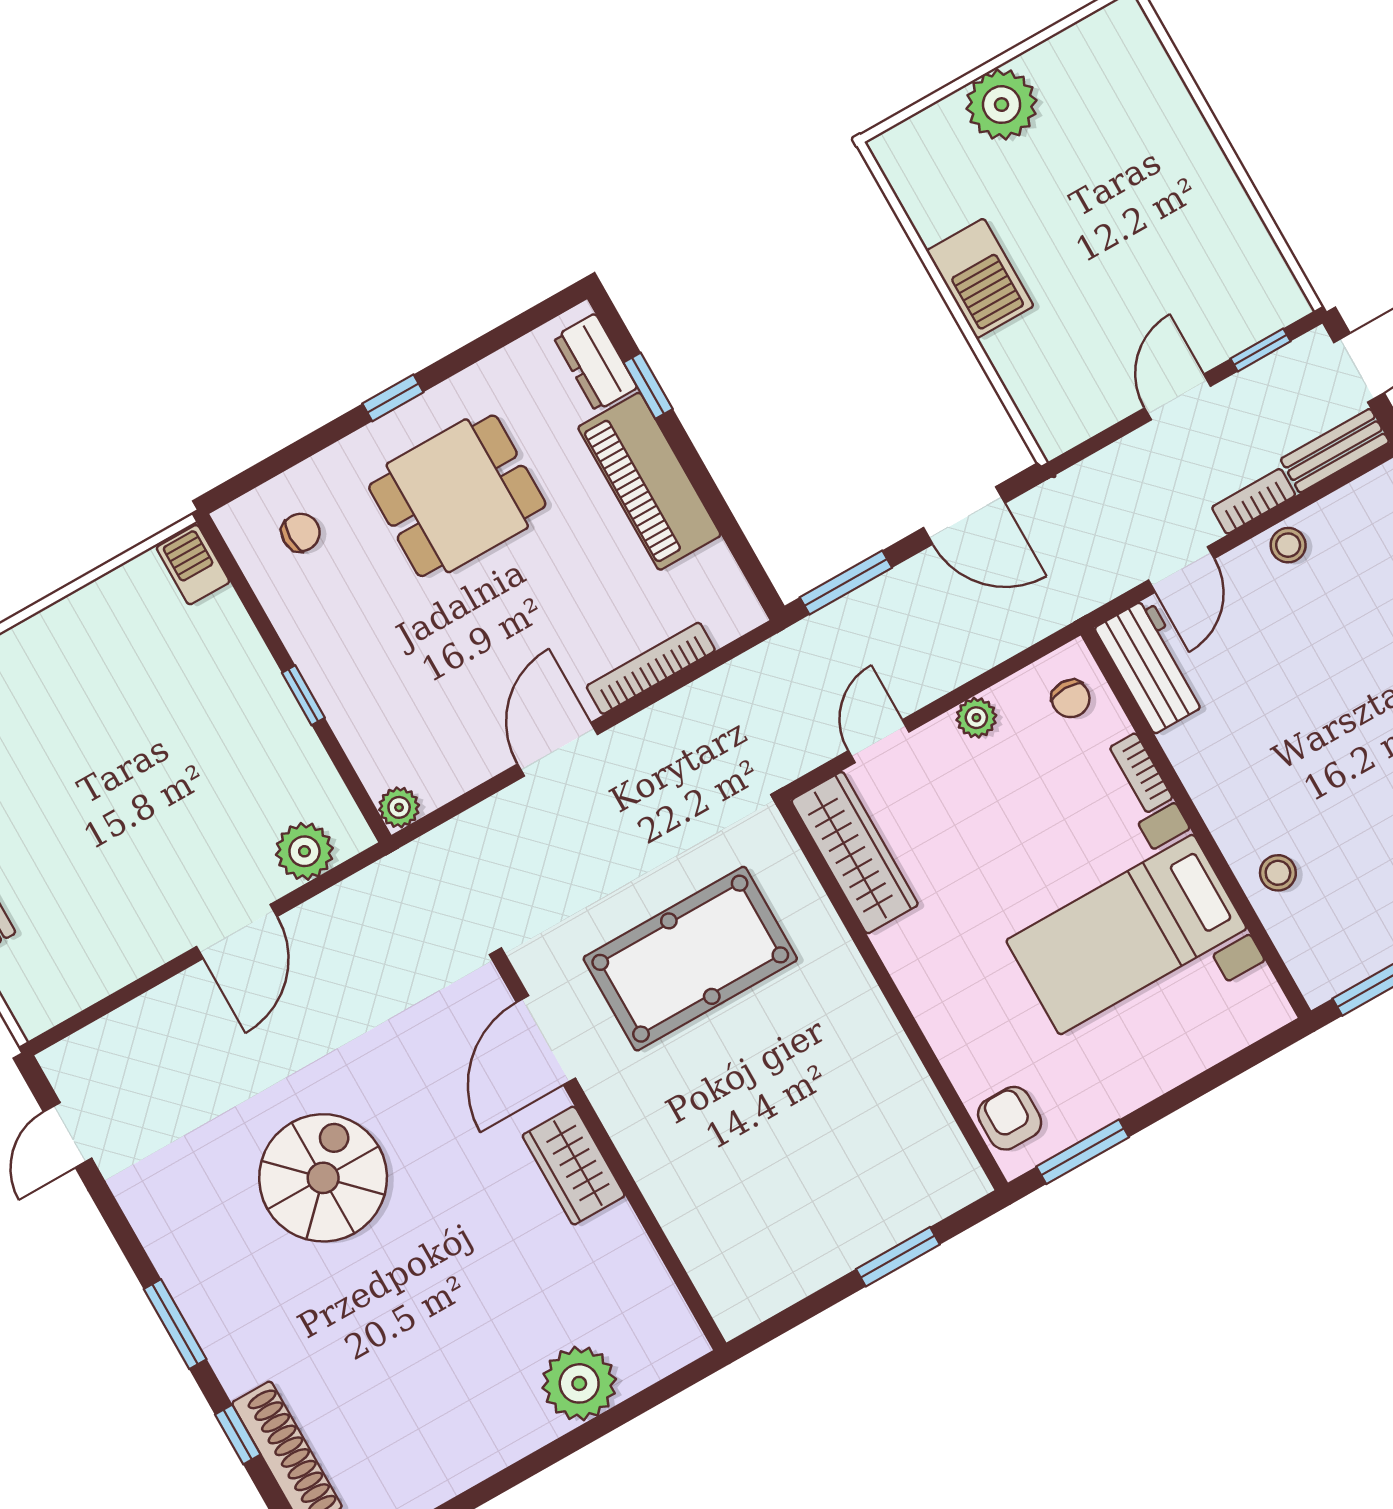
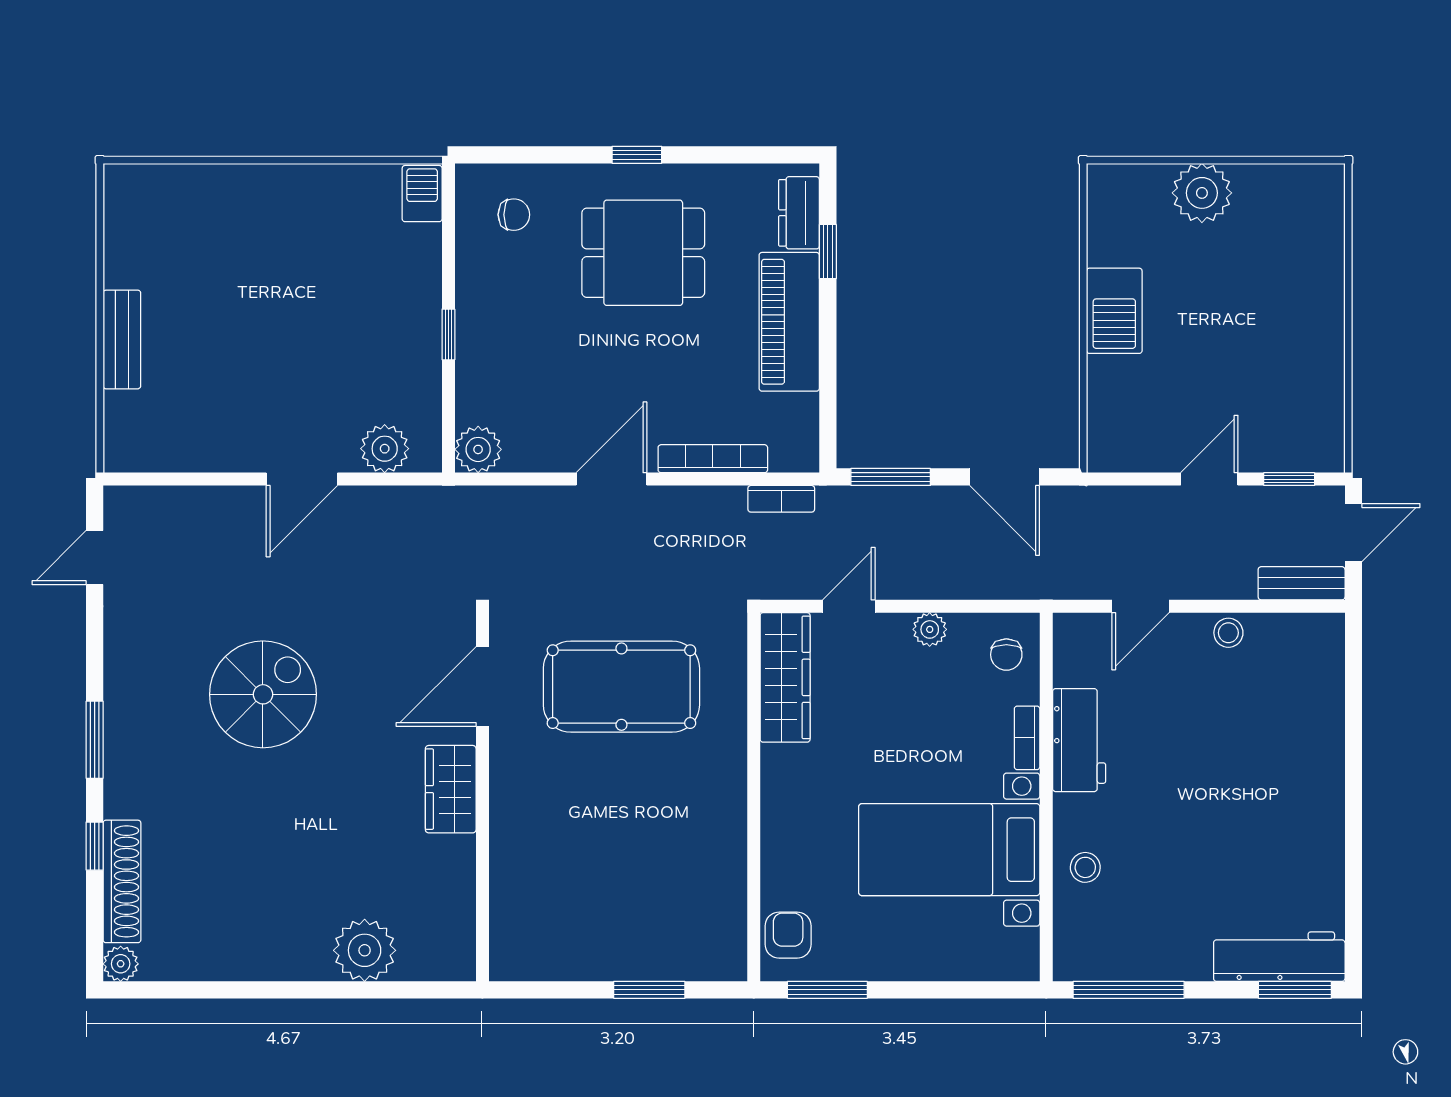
bookcase: (1254, 501) -> (781, 499), moved, turned 180
workbench: (1152, 666) -> (1079, 740), moved
plant: (399, 807) -> (478, 449), width x1.38, depth x1.38

